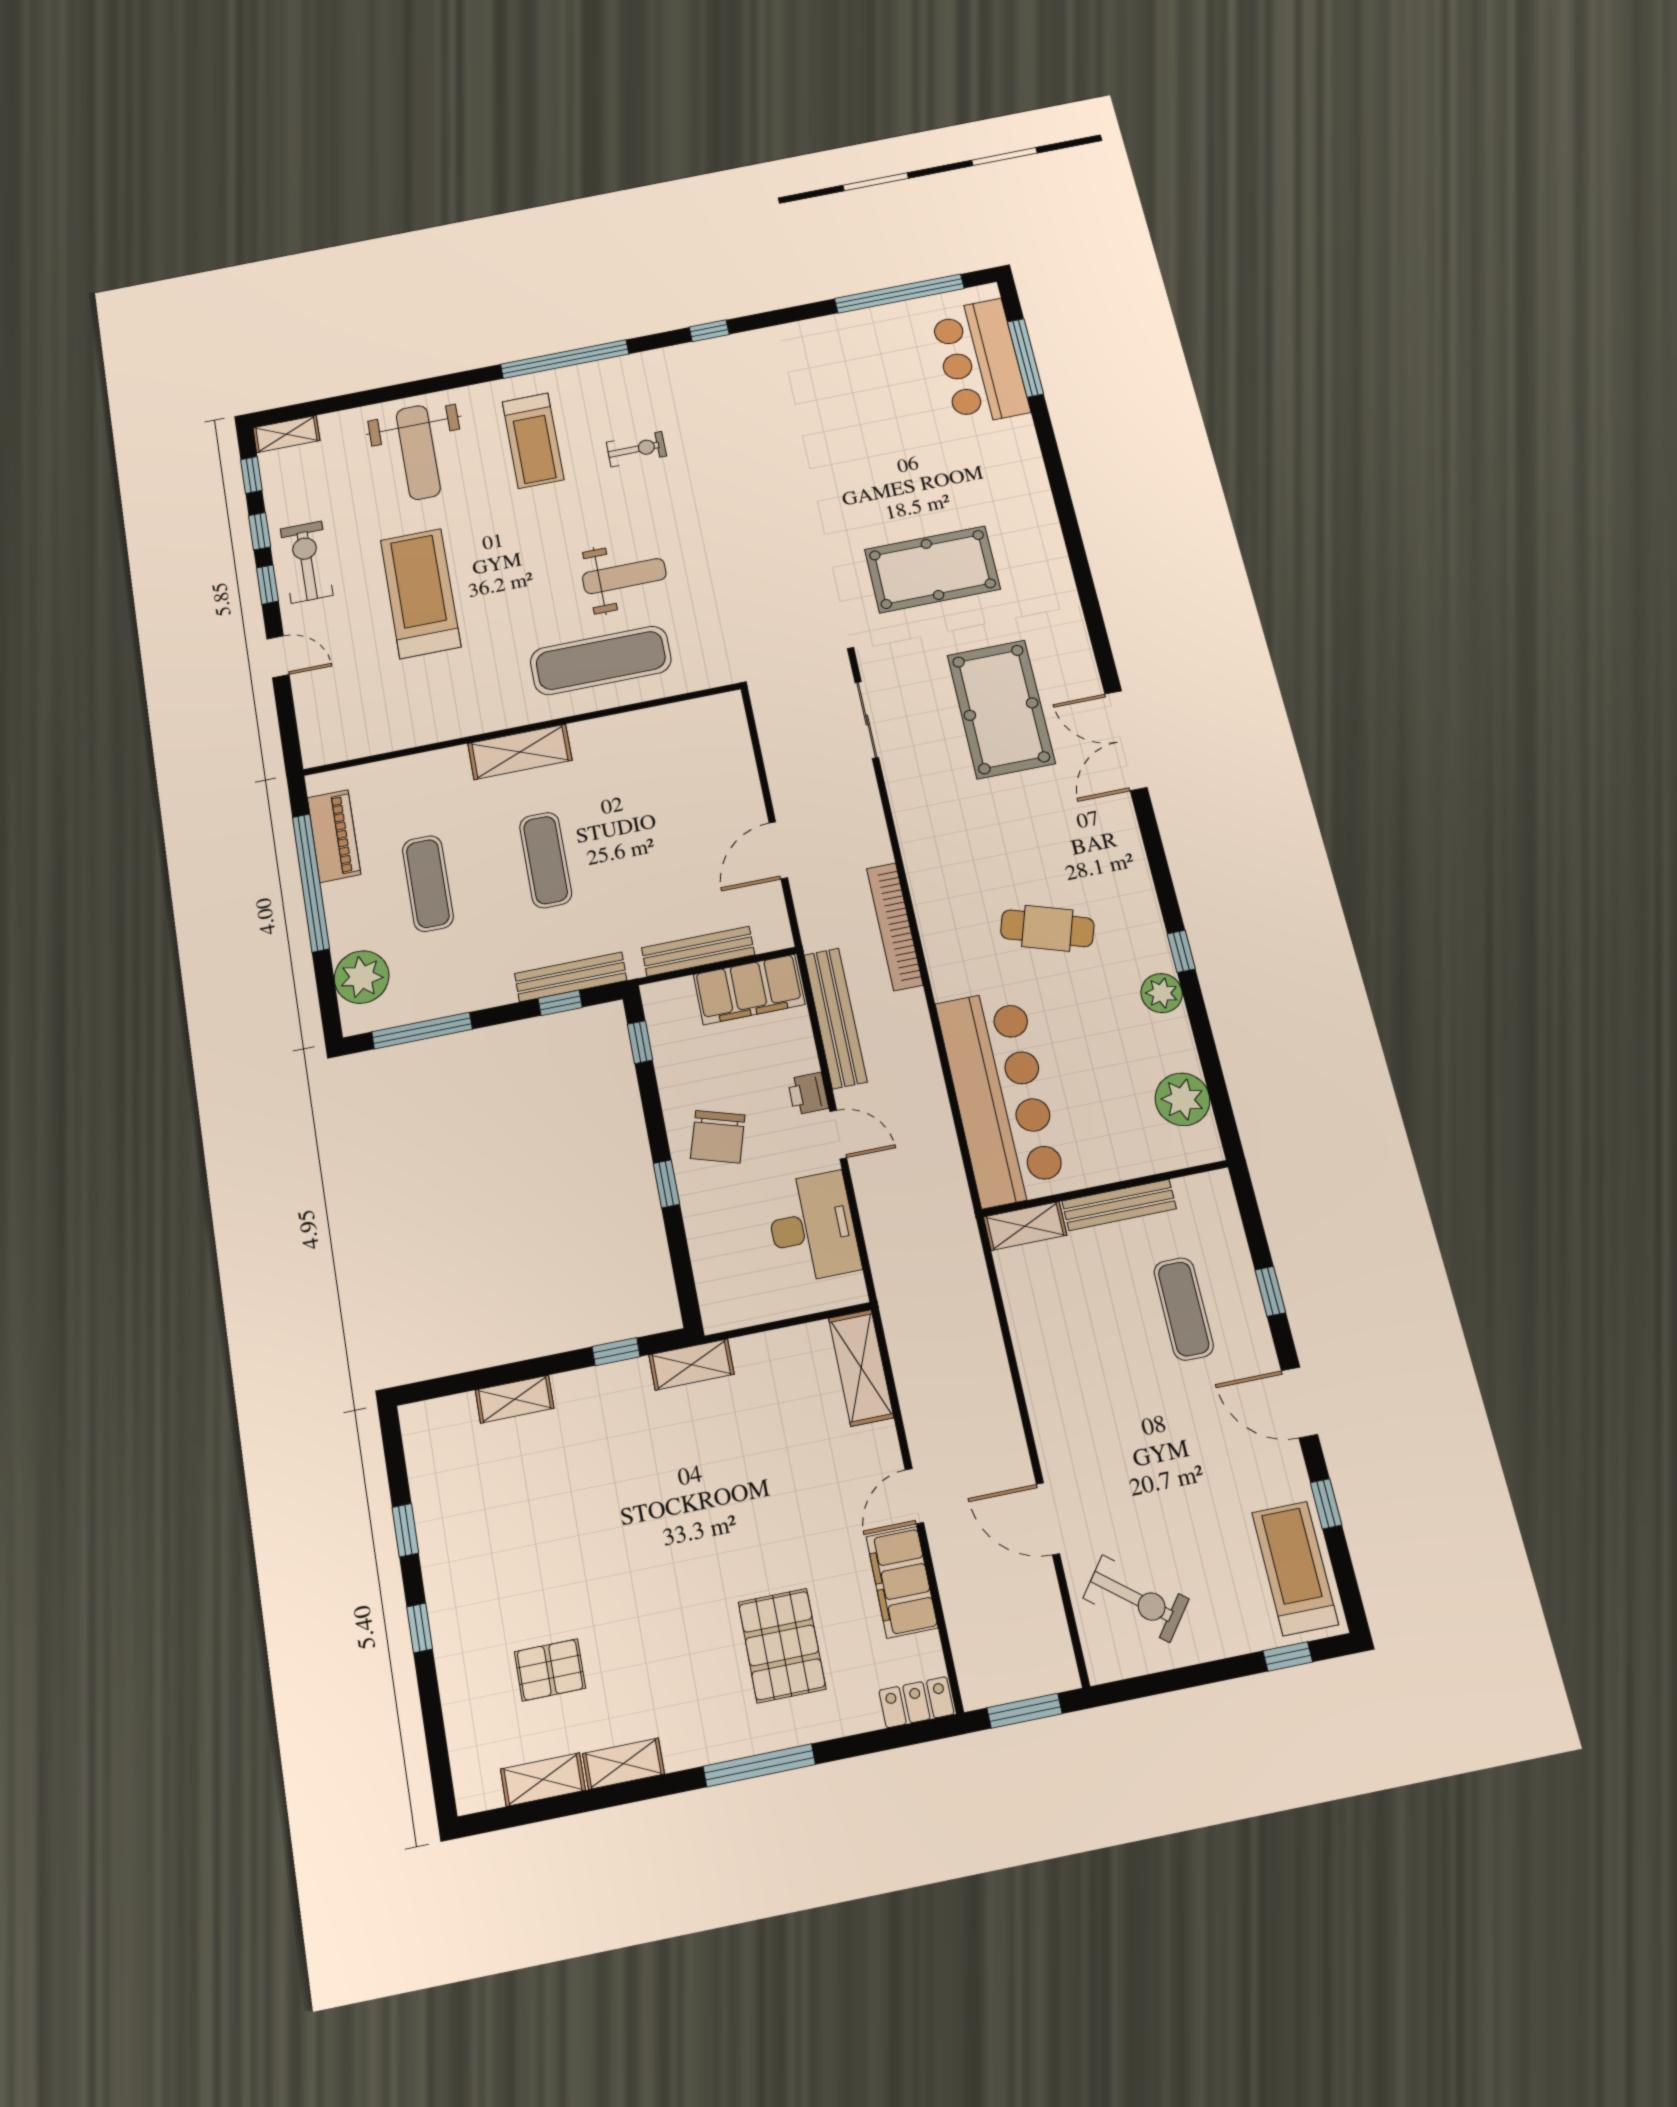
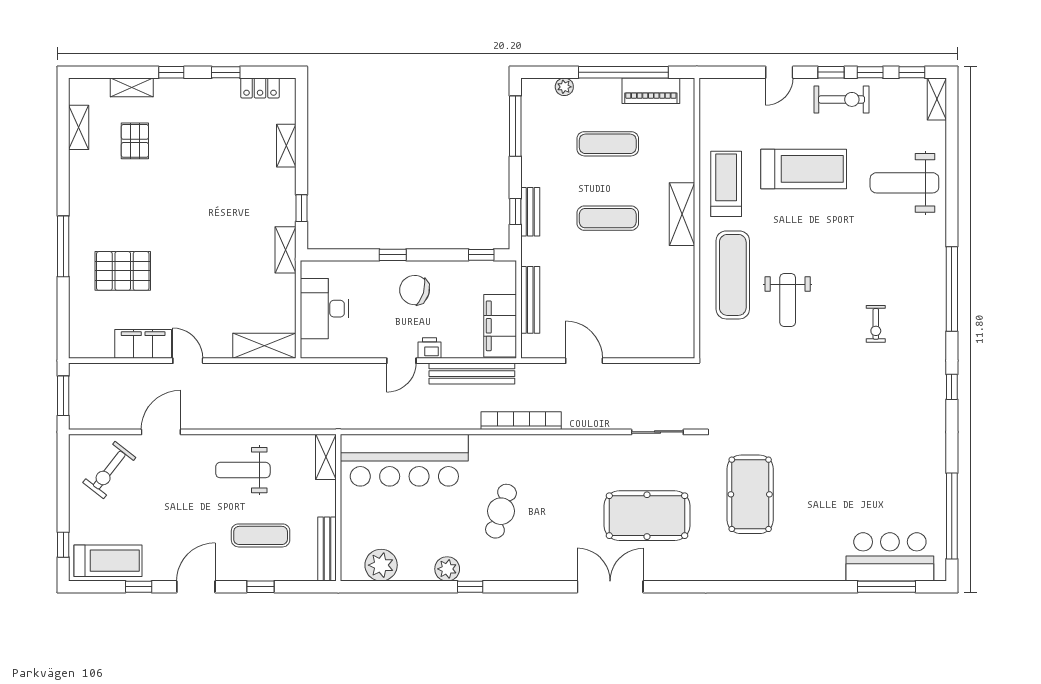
treadmill: (533, 441) -> (726, 184), moved, turned 90
plant: (362, 977) -> (564, 87), width x0.53, depth x0.53
bench: (571, 977) -> (530, 212), width x0.73
bench: (1119, 1205) -> (327, 549), moved
desk: (812, 1227) -> (324, 309), moved, turned 90
weight bench: (1080, 1362) -> (243, 470), added
locker: (916, 1702) -> (260, 88), moved, turned 90
shelving: (623, 1764) -> (132, 87), moved, turned 90

